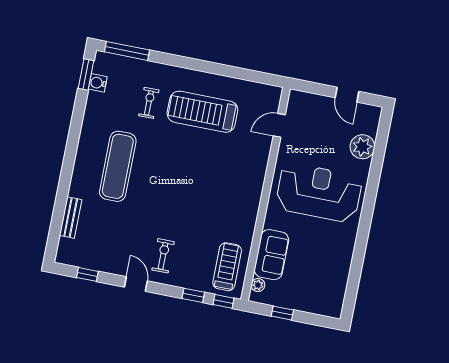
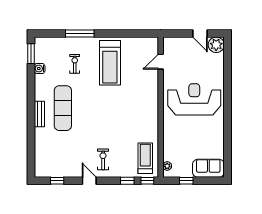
window: (127, 51) -> (80, 33), moved
water cooler: (98, 83) -> (40, 69), moved
treadmill: (202, 112) -> (110, 63), turned -90
plant: (362, 147) -> (216, 45), moved
bench: (71, 218) -> (39, 114), moved
sofa: (271, 255) -> (208, 168), moved, turned -90

